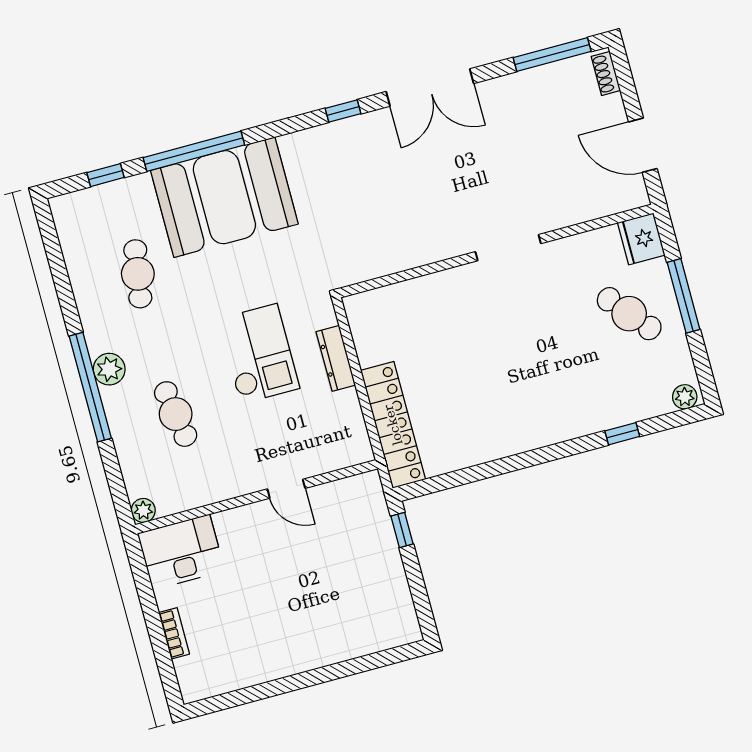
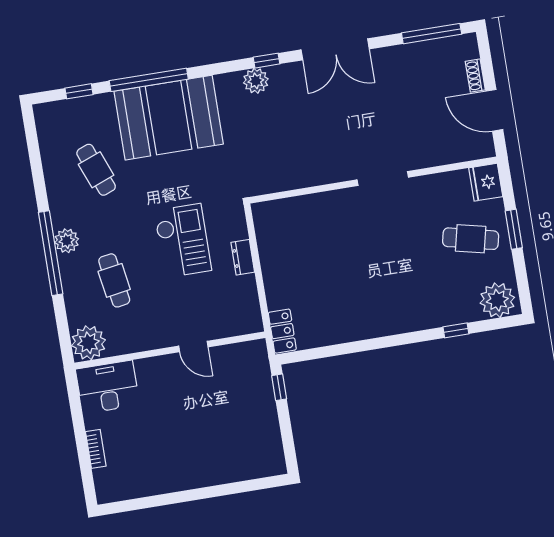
shoe rack: (606, 73) -> (475, 76), moved
plant: (332, 138) -> (256, 81), added
cafe table: (138, 274) -> (96, 170), turned -30
window: (683, 296) -> (514, 229), width x0.69
cafe table: (629, 314) -> (471, 239), turned -37
dresser: (336, 358) -> (243, 257), width x0.70
plant: (685, 397) -> (497, 300), width x1.88, depth x1.88
locker: (393, 425) -> (282, 331), width x0.46, depth x0.83
plant: (143, 510) -> (88, 343), width x1.87, depth x1.87

